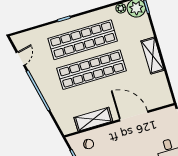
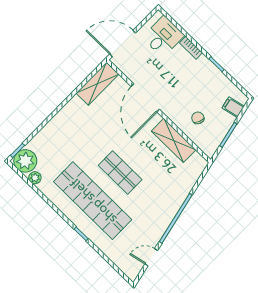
shelving: (153, 56) -> (98, 84), moved
shop shelf: (92, 70) -> (120, 173), width x0.50, depth x0.74
chair: (89, 144) -> (198, 118), moved

